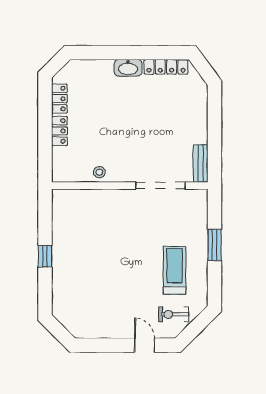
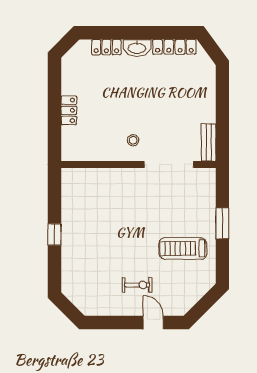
locker: (59, 99) -> (106, 47), moved, turned 90
stool: (99, 172) -> (133, 140), moved
treadmill: (175, 270) -> (183, 248), turned -90
exercise bike: (174, 314) -> (137, 285), moved, turned 180

